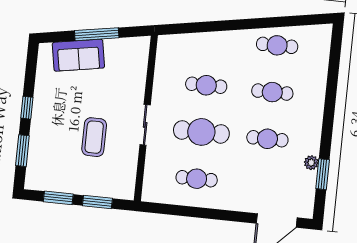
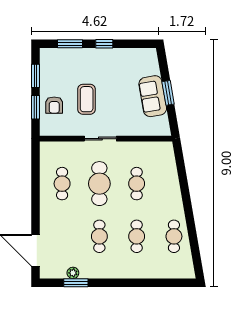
window: (97, 34) -> (168, 93), width x0.69
sofa: (78, 55) -> (153, 96), moved
coffee table: (94, 137) -> (87, 99), turned 90
plant: (311, 163) -> (73, 273), moved
armchair: (97, 178) -> (54, 105), added

